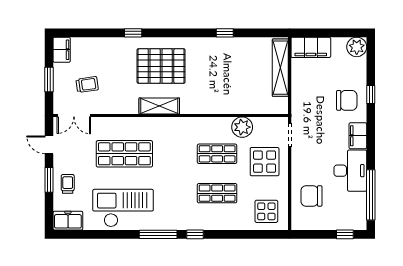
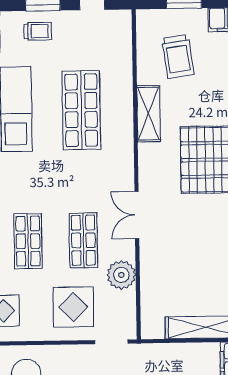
trolley: (87, 85) -> (178, 56), width x1.36, depth x1.39
shelving: (159, 106) -> (149, 114), moved
double door: (74, 115) -> (137, 215), moved

